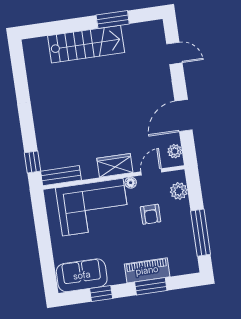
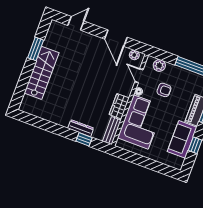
dresser: (42, 134) -> (81, 128), added
window: (32, 162) -> (84, 139), moved
wardrobe: (115, 165) -> (119, 106), moved
sofa: (82, 275) -> (182, 139), moved

